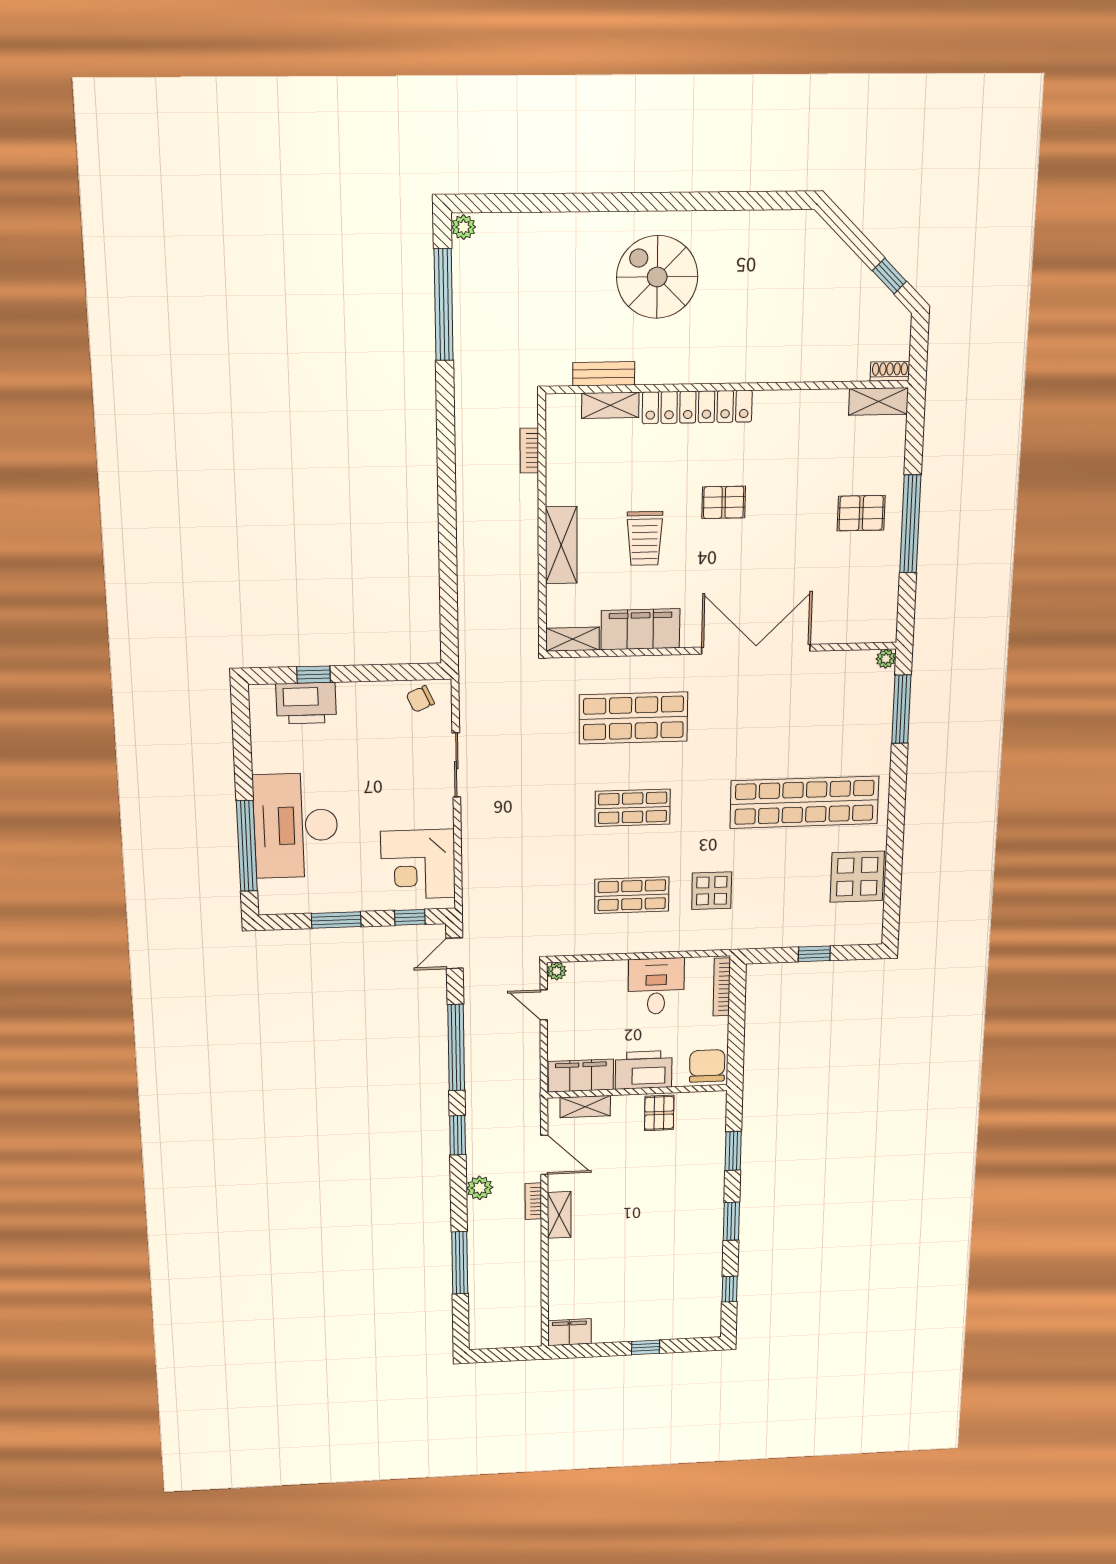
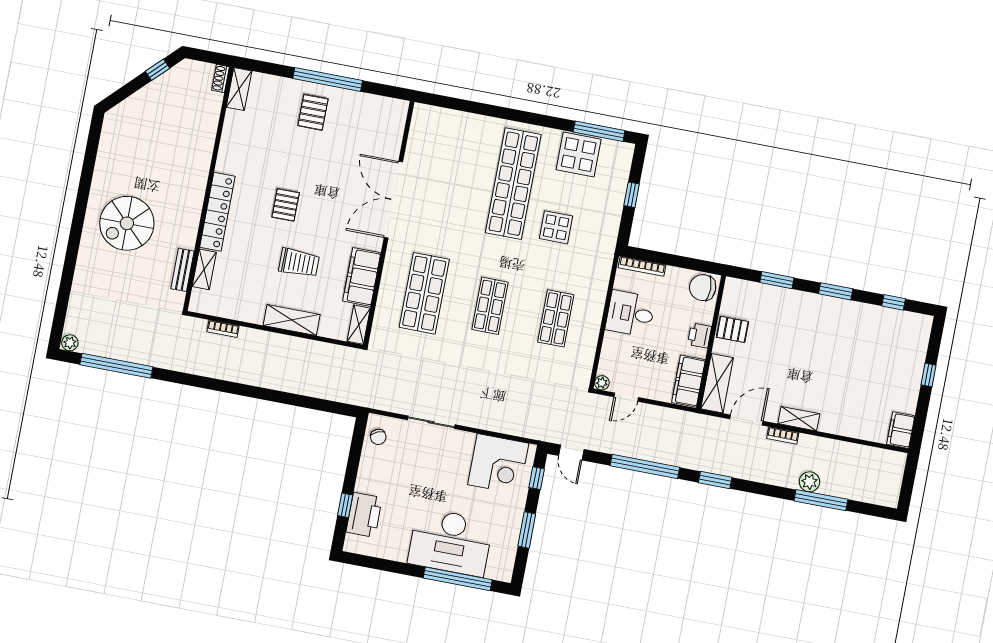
plant: (886, 659) -> (420, 110), removed
window: (901, 709) -> (599, 131), moved
display table: (712, 891) -> (556, 227), moved
printer: (644, 1070) -> (700, 336), width x0.53, depth x0.68
shelving: (585, 1107) -> (717, 383), width x1.50, depth x1.33
plant: (480, 1188) -> (809, 482), moved

